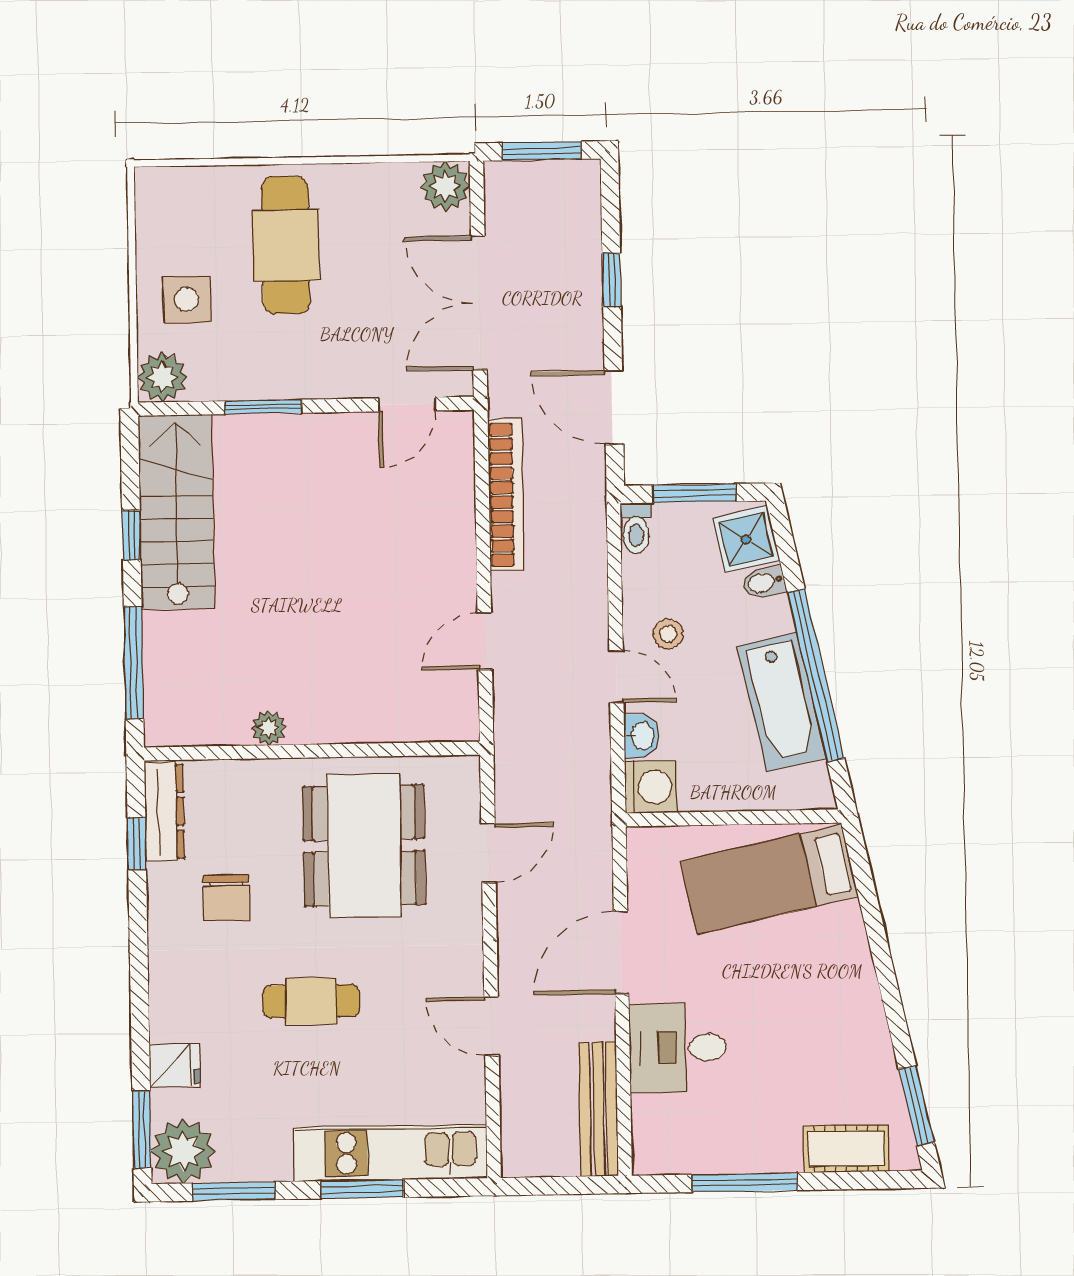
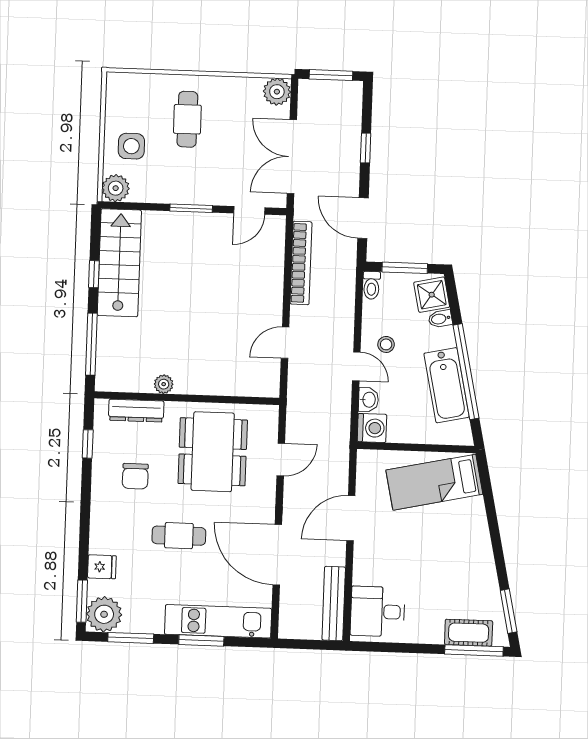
cafe table: (286, 245) -> (187, 119), width x0.73, depth x0.74
window: (263, 407) -> (191, 208), moved
dresser: (164, 812) -> (136, 411), moved, turned 90
door: (492, 1026) -> (277, 555), width x1.88
desk: (678, 1048) -> (378, 611), moved
window: (745, 1182) -> (474, 650), moved

